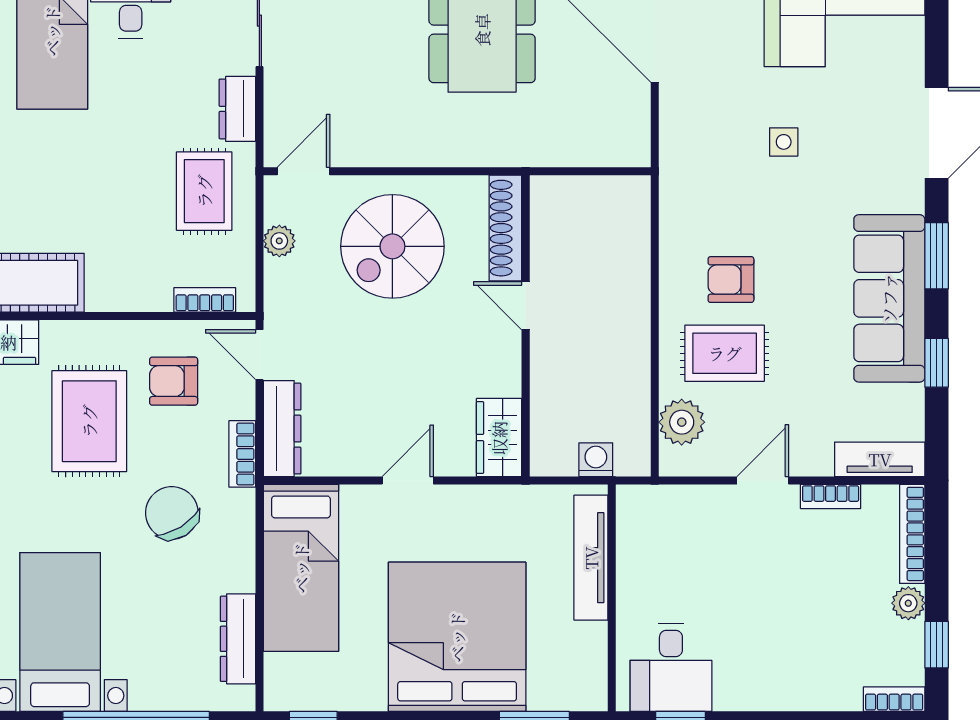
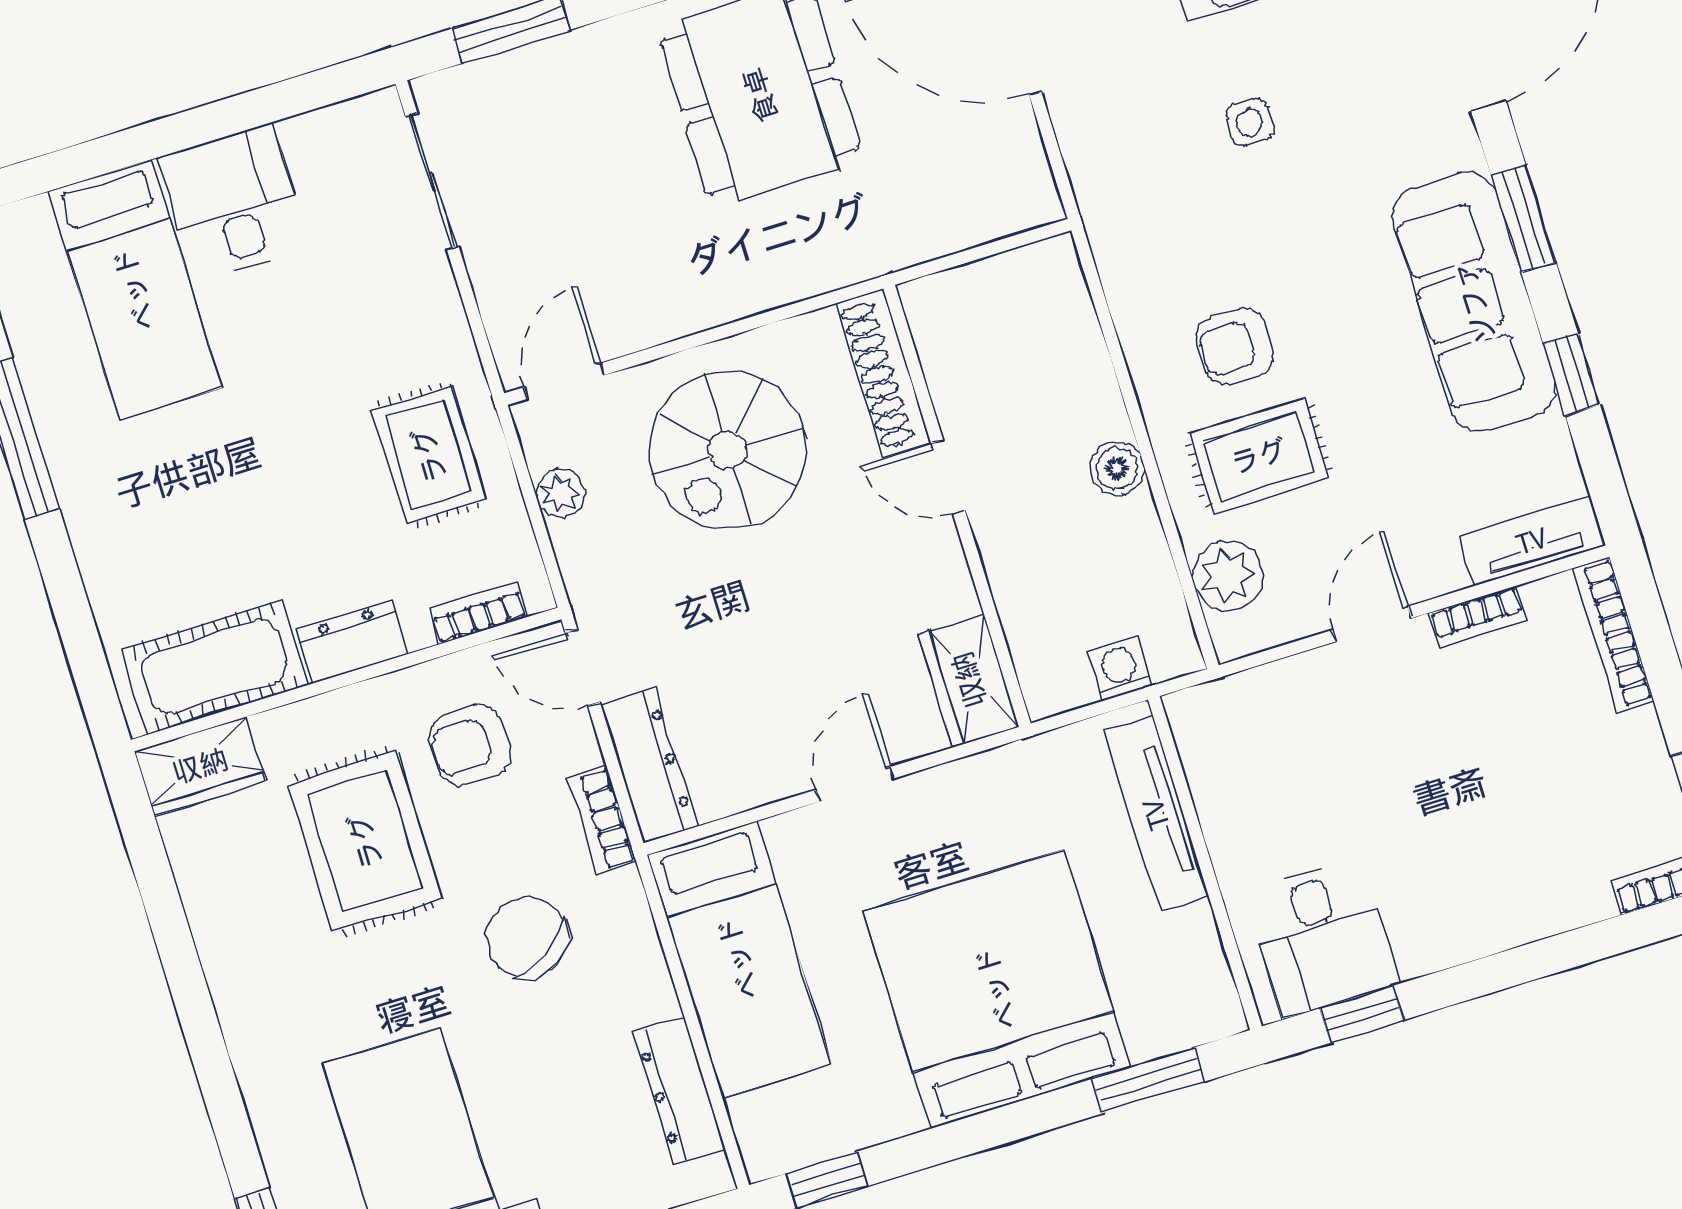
dresser: (237, 109) -> (352, 642), moved, turned 90
boiler: (633, 333) -> (1117, 468), added
plant: (908, 603) -> (1639, 737), removed

